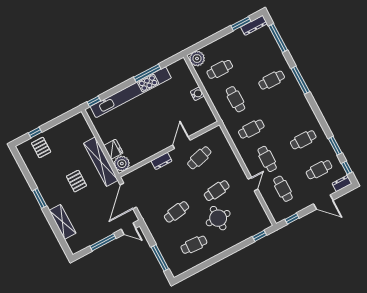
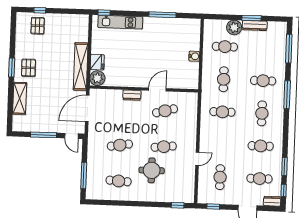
window: (241, 24) -> (252, 18), moved
dresser: (254, 25) -> (255, 26), moved
plant: (197, 59) -> (234, 27), moved
kitchen unit: (131, 92) -> (120, 22), width x0.54
cafe table: (267, 159) -> (262, 113), moved
pallet: (76, 181) -> (28, 68), moved

